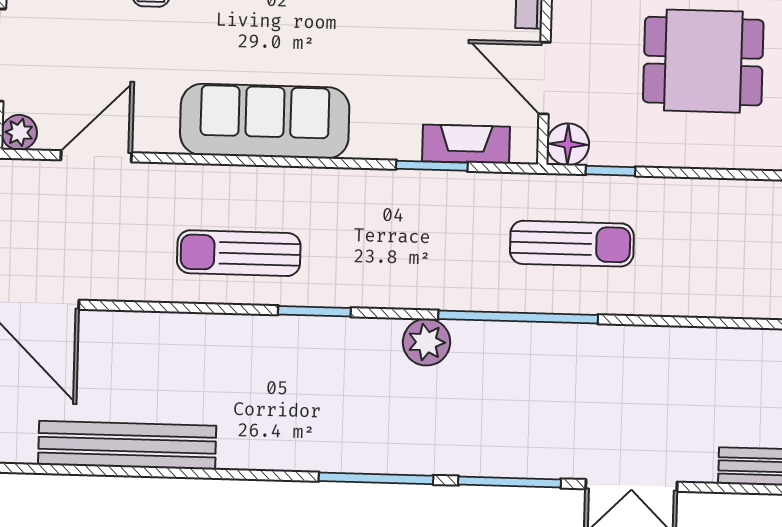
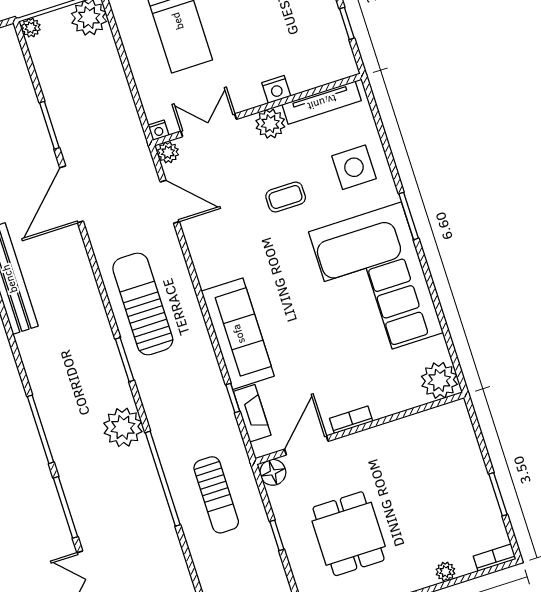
sofa: (265, 121) -> (238, 334), moved
window: (432, 166) -> (233, 398), width x0.67
window: (611, 171) -> (277, 535), moved
sun lounger: (239, 253) -> (143, 304), width x1.36, depth x1.34
plant: (427, 342) -> (123, 427), width x1.36, depth x1.36

